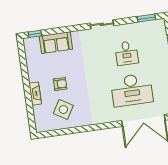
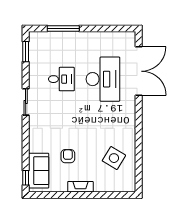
sofa: (56, 43) -> (39, 171), moved
armchair: (60, 84) -> (68, 156), moved
fireplace: (35, 94) -> (80, 187), moved

